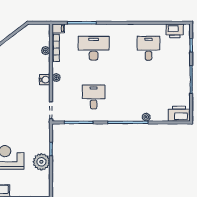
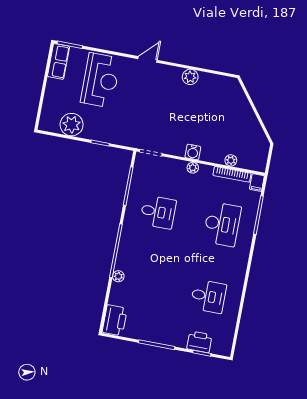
printer: (175, 31) -> (199, 342), moved, turned 90
plant: (41, 162) -> (72, 125), moved

